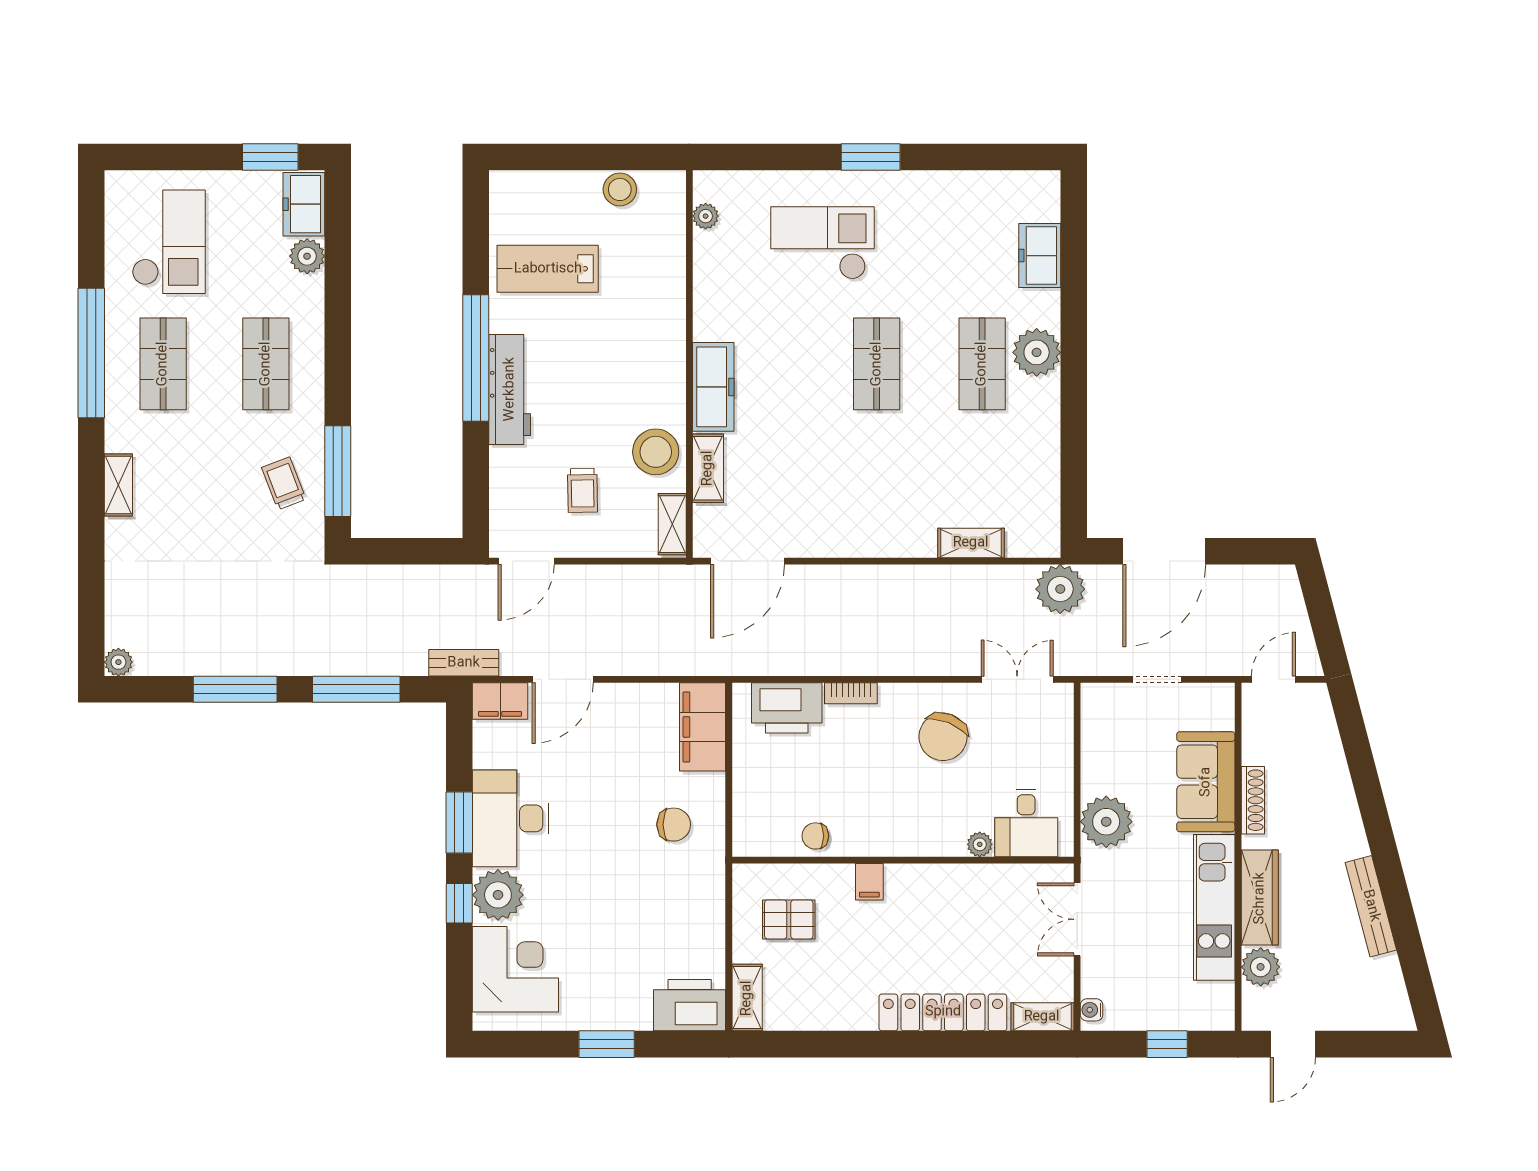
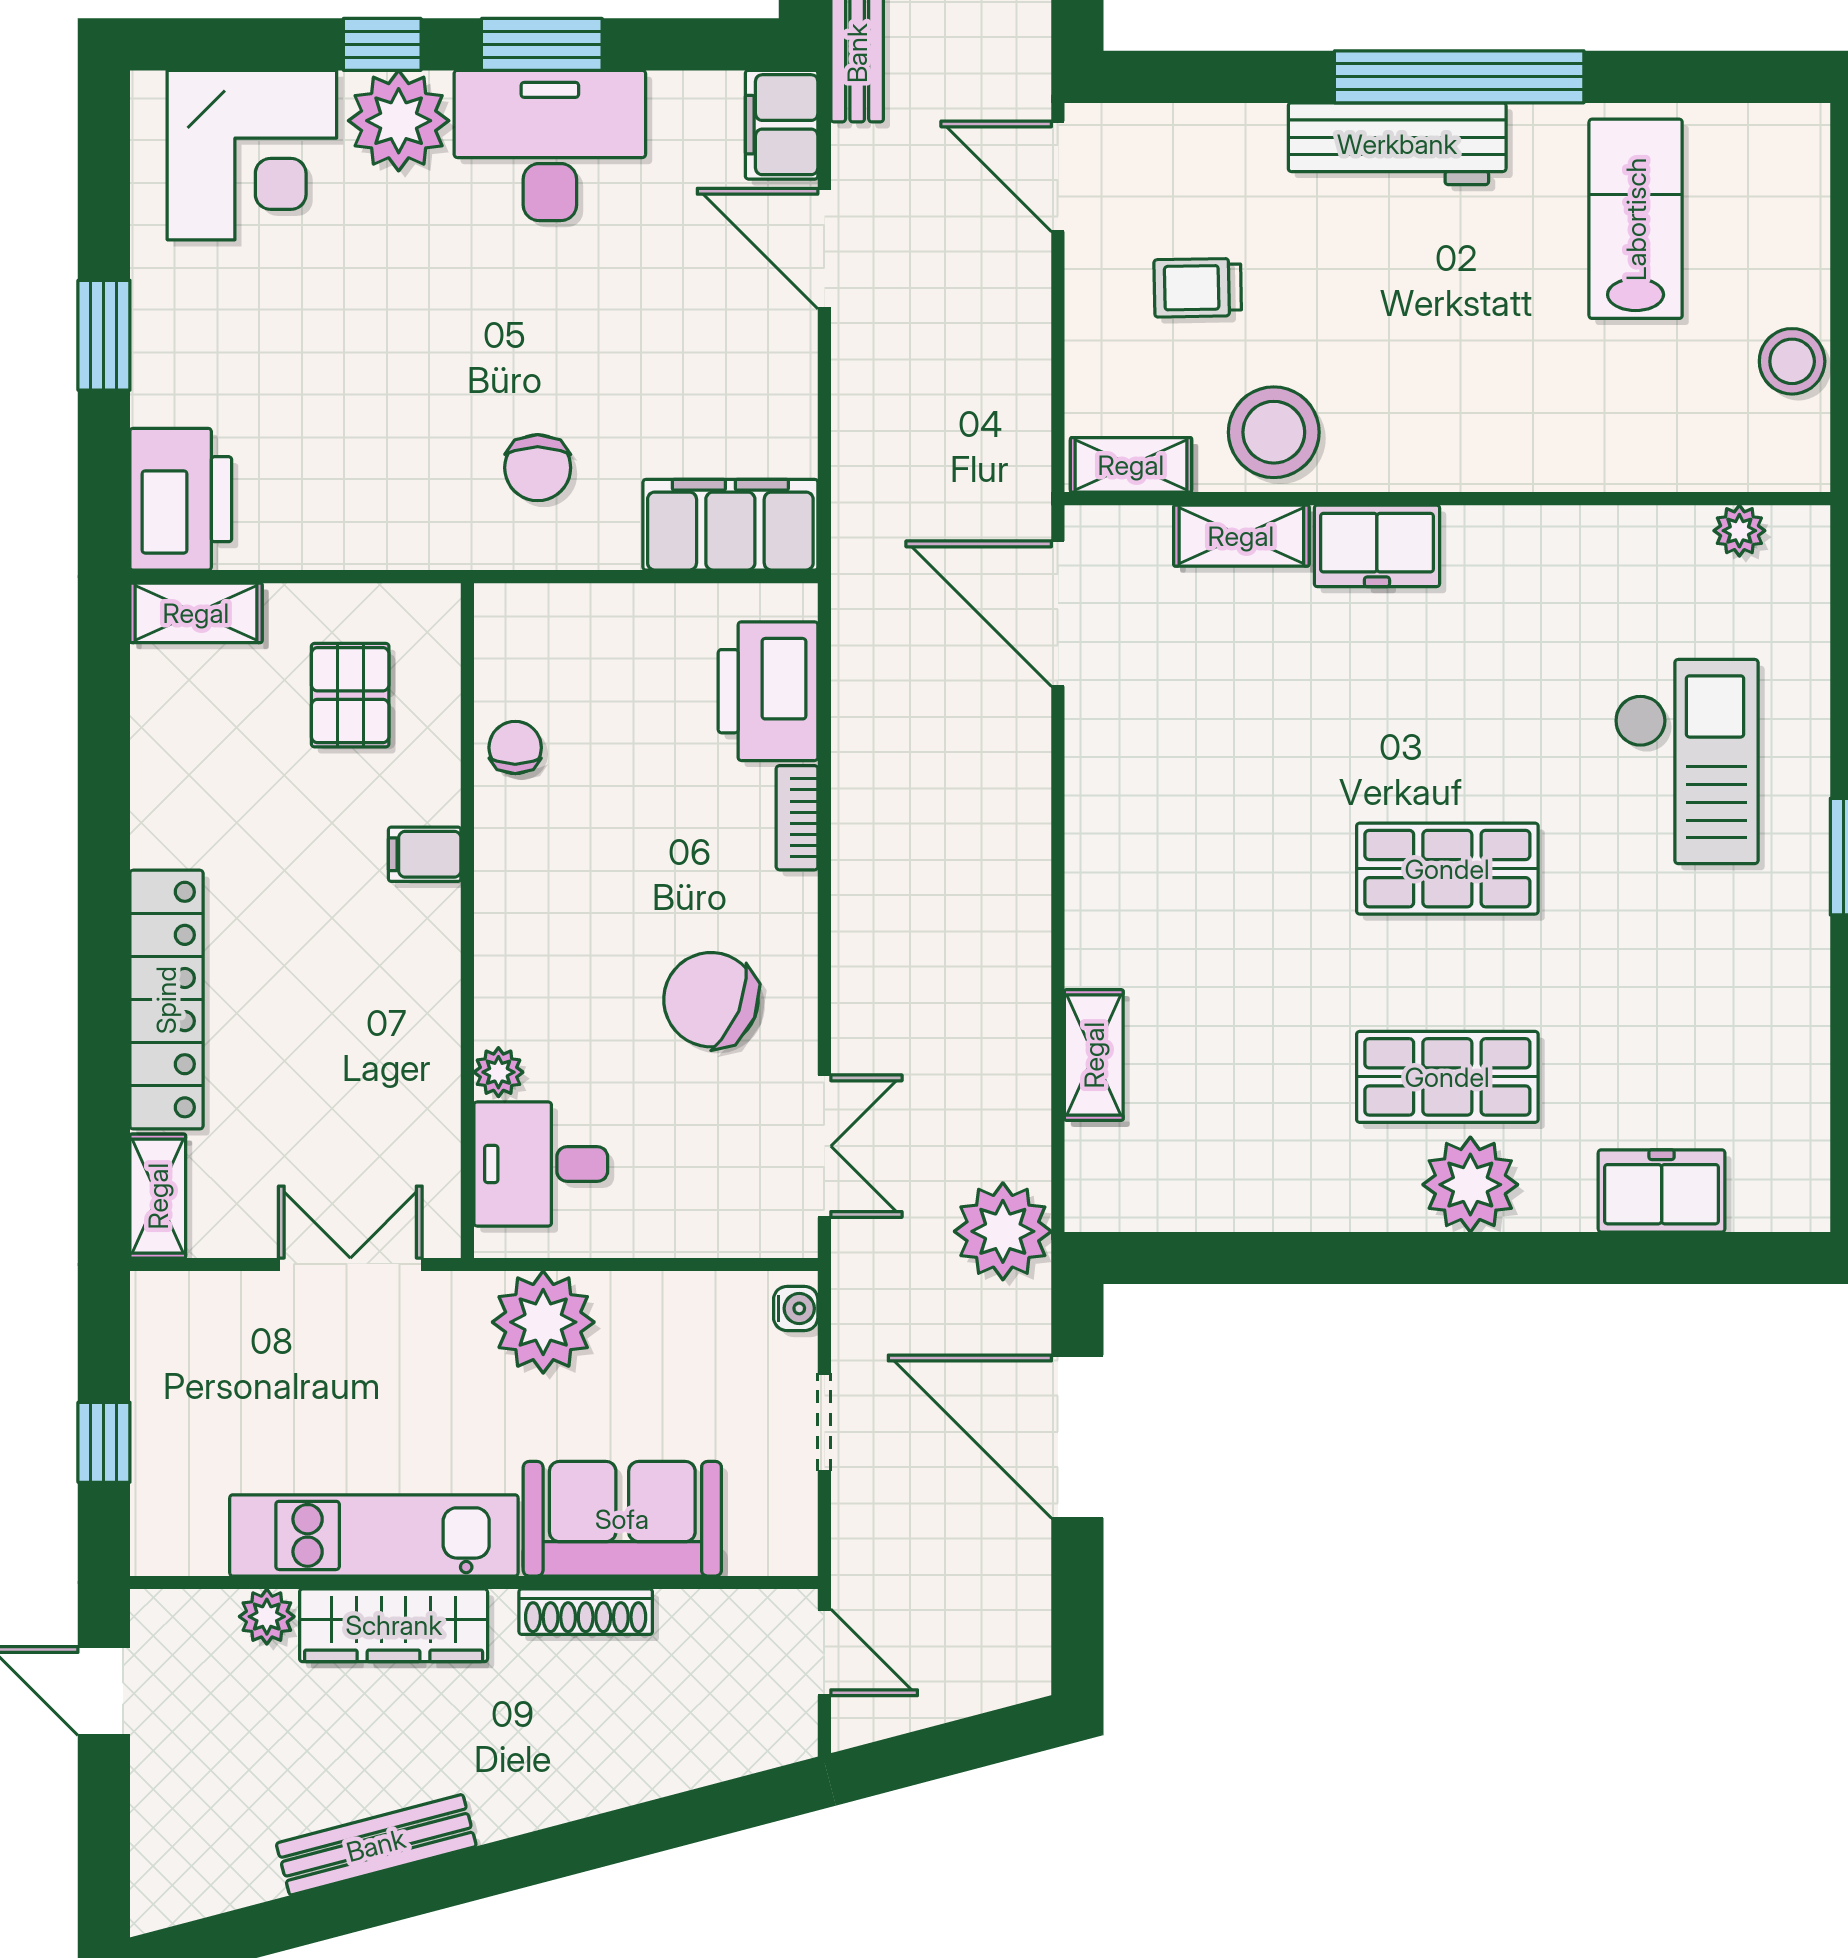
freezer: (713, 387) -> (1377, 546), width x0.71
plant: (1261, 967) -> (267, 1617), width x0.73, depth x0.73
water cooler: (1092, 1010) -> (796, 1308), moved, turned 90

